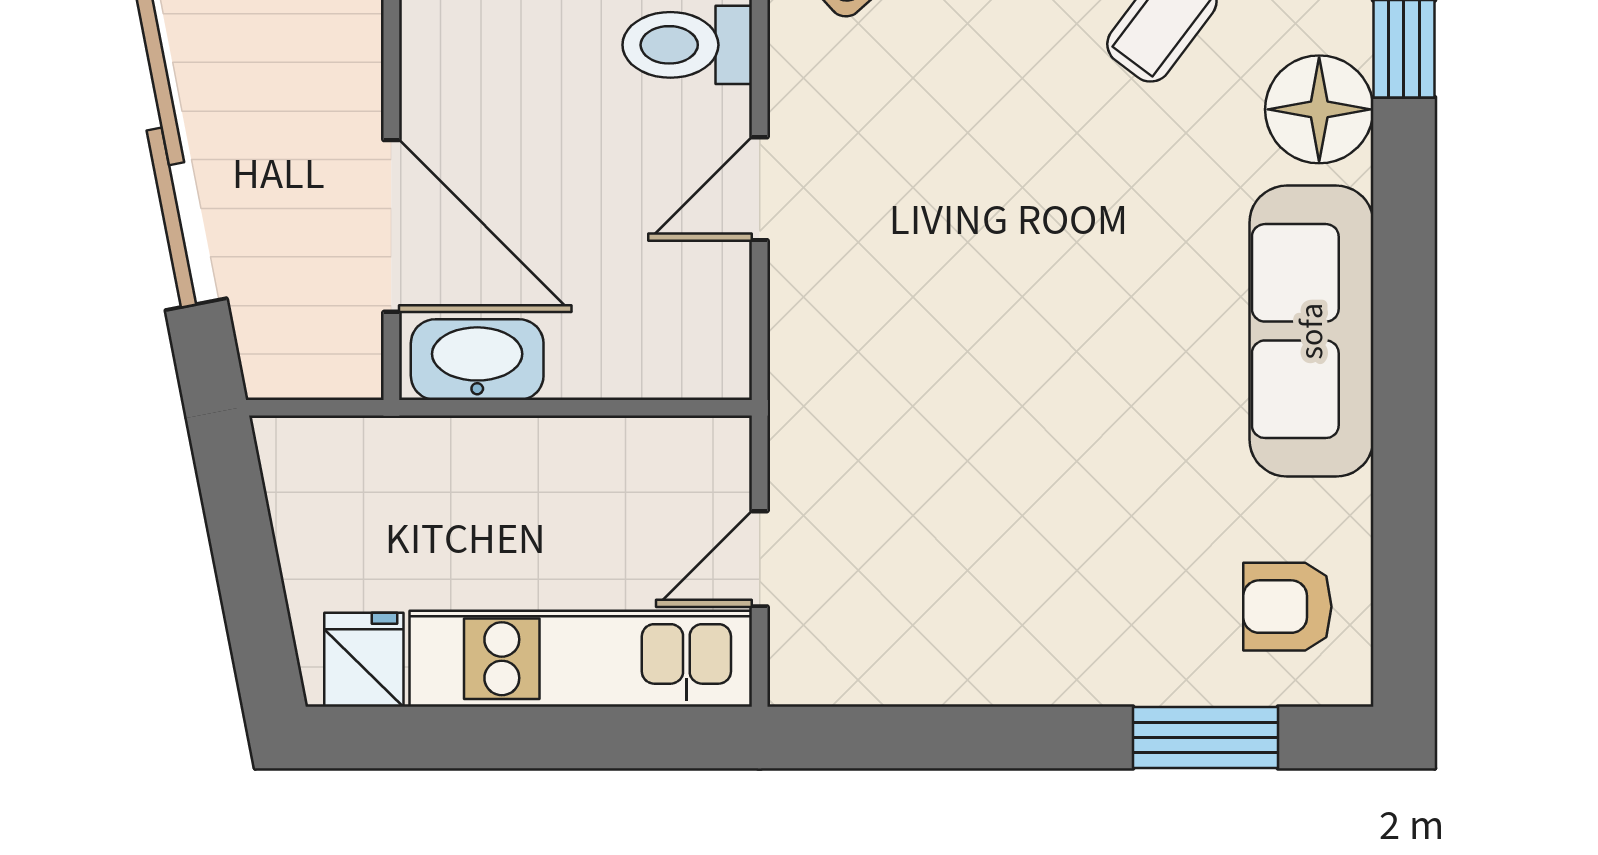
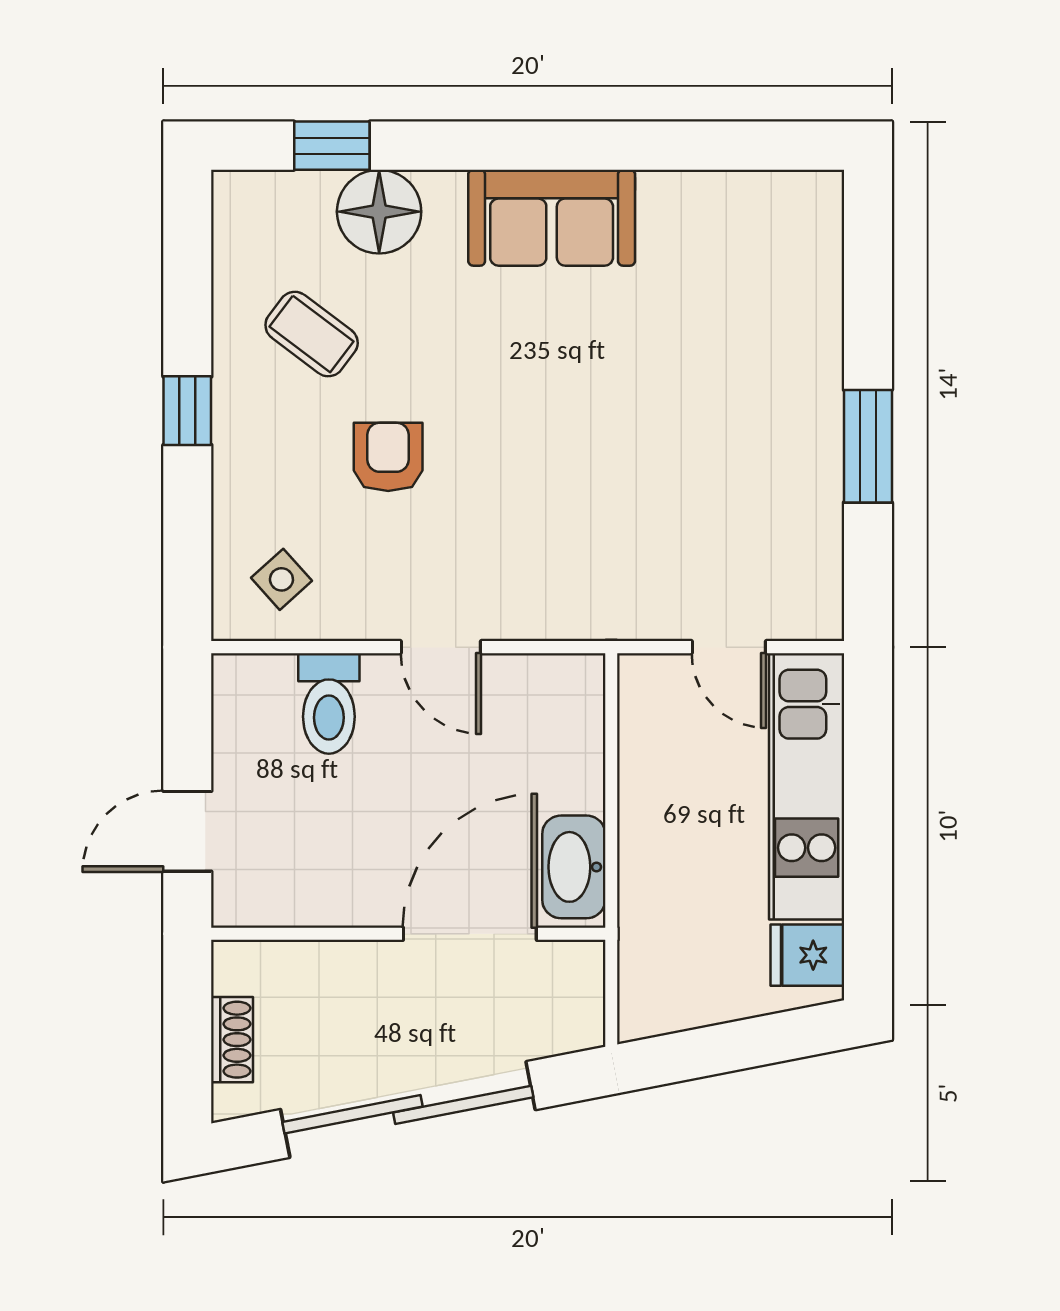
sofa: (1311, 331) -> (552, 218), width x0.73
armchair: (1287, 607) -> (388, 457), moved, turned 180
window: (1206, 738) -> (868, 446), moved

